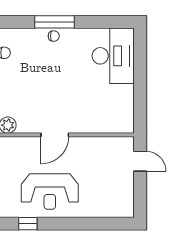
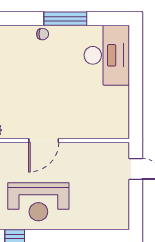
window: (54, 22) -> (65, 19), moved

